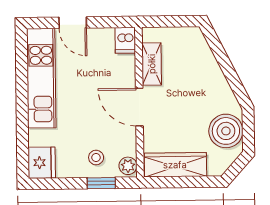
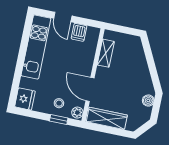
dishwasher: (125, 40) -> (79, 32), moved
door: (139, 107) -> (90, 89), moved
boiler: (226, 131) -> (148, 101), width x0.54, depth x0.54

